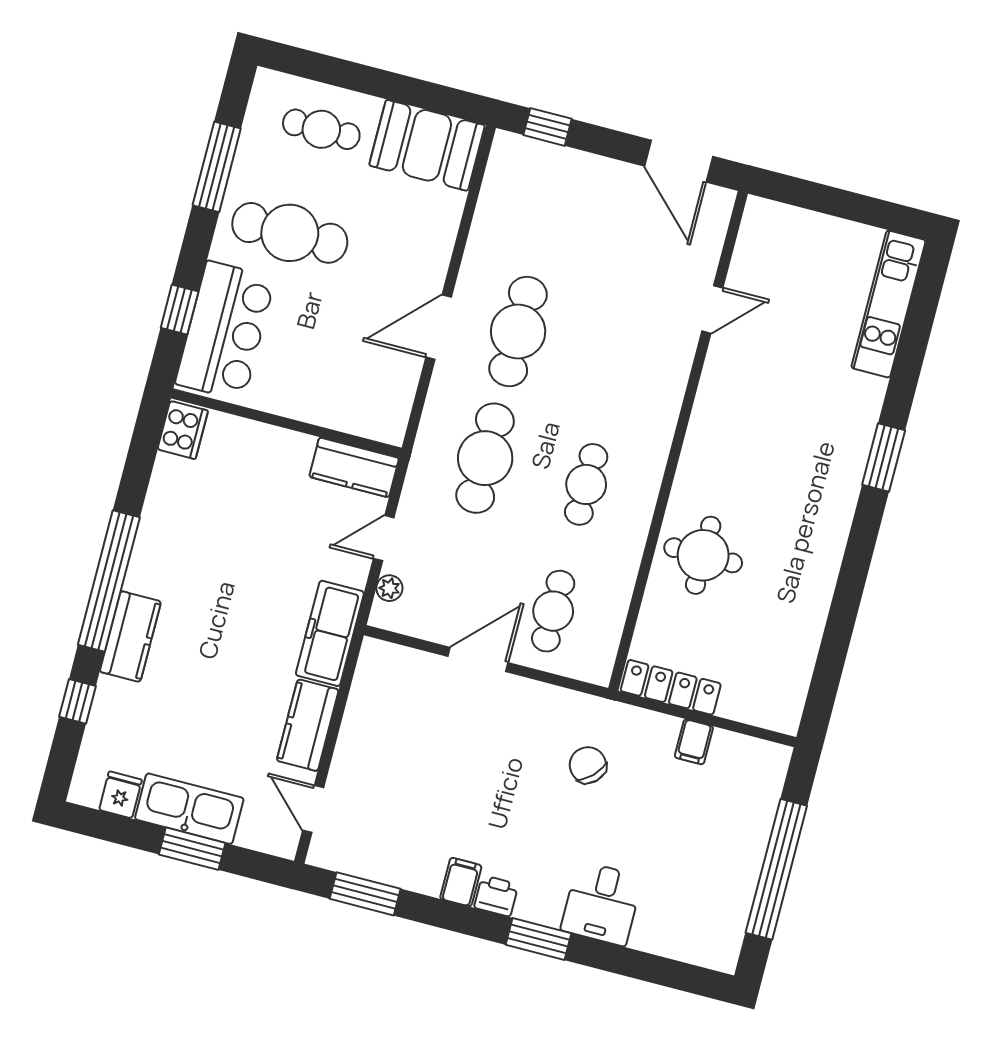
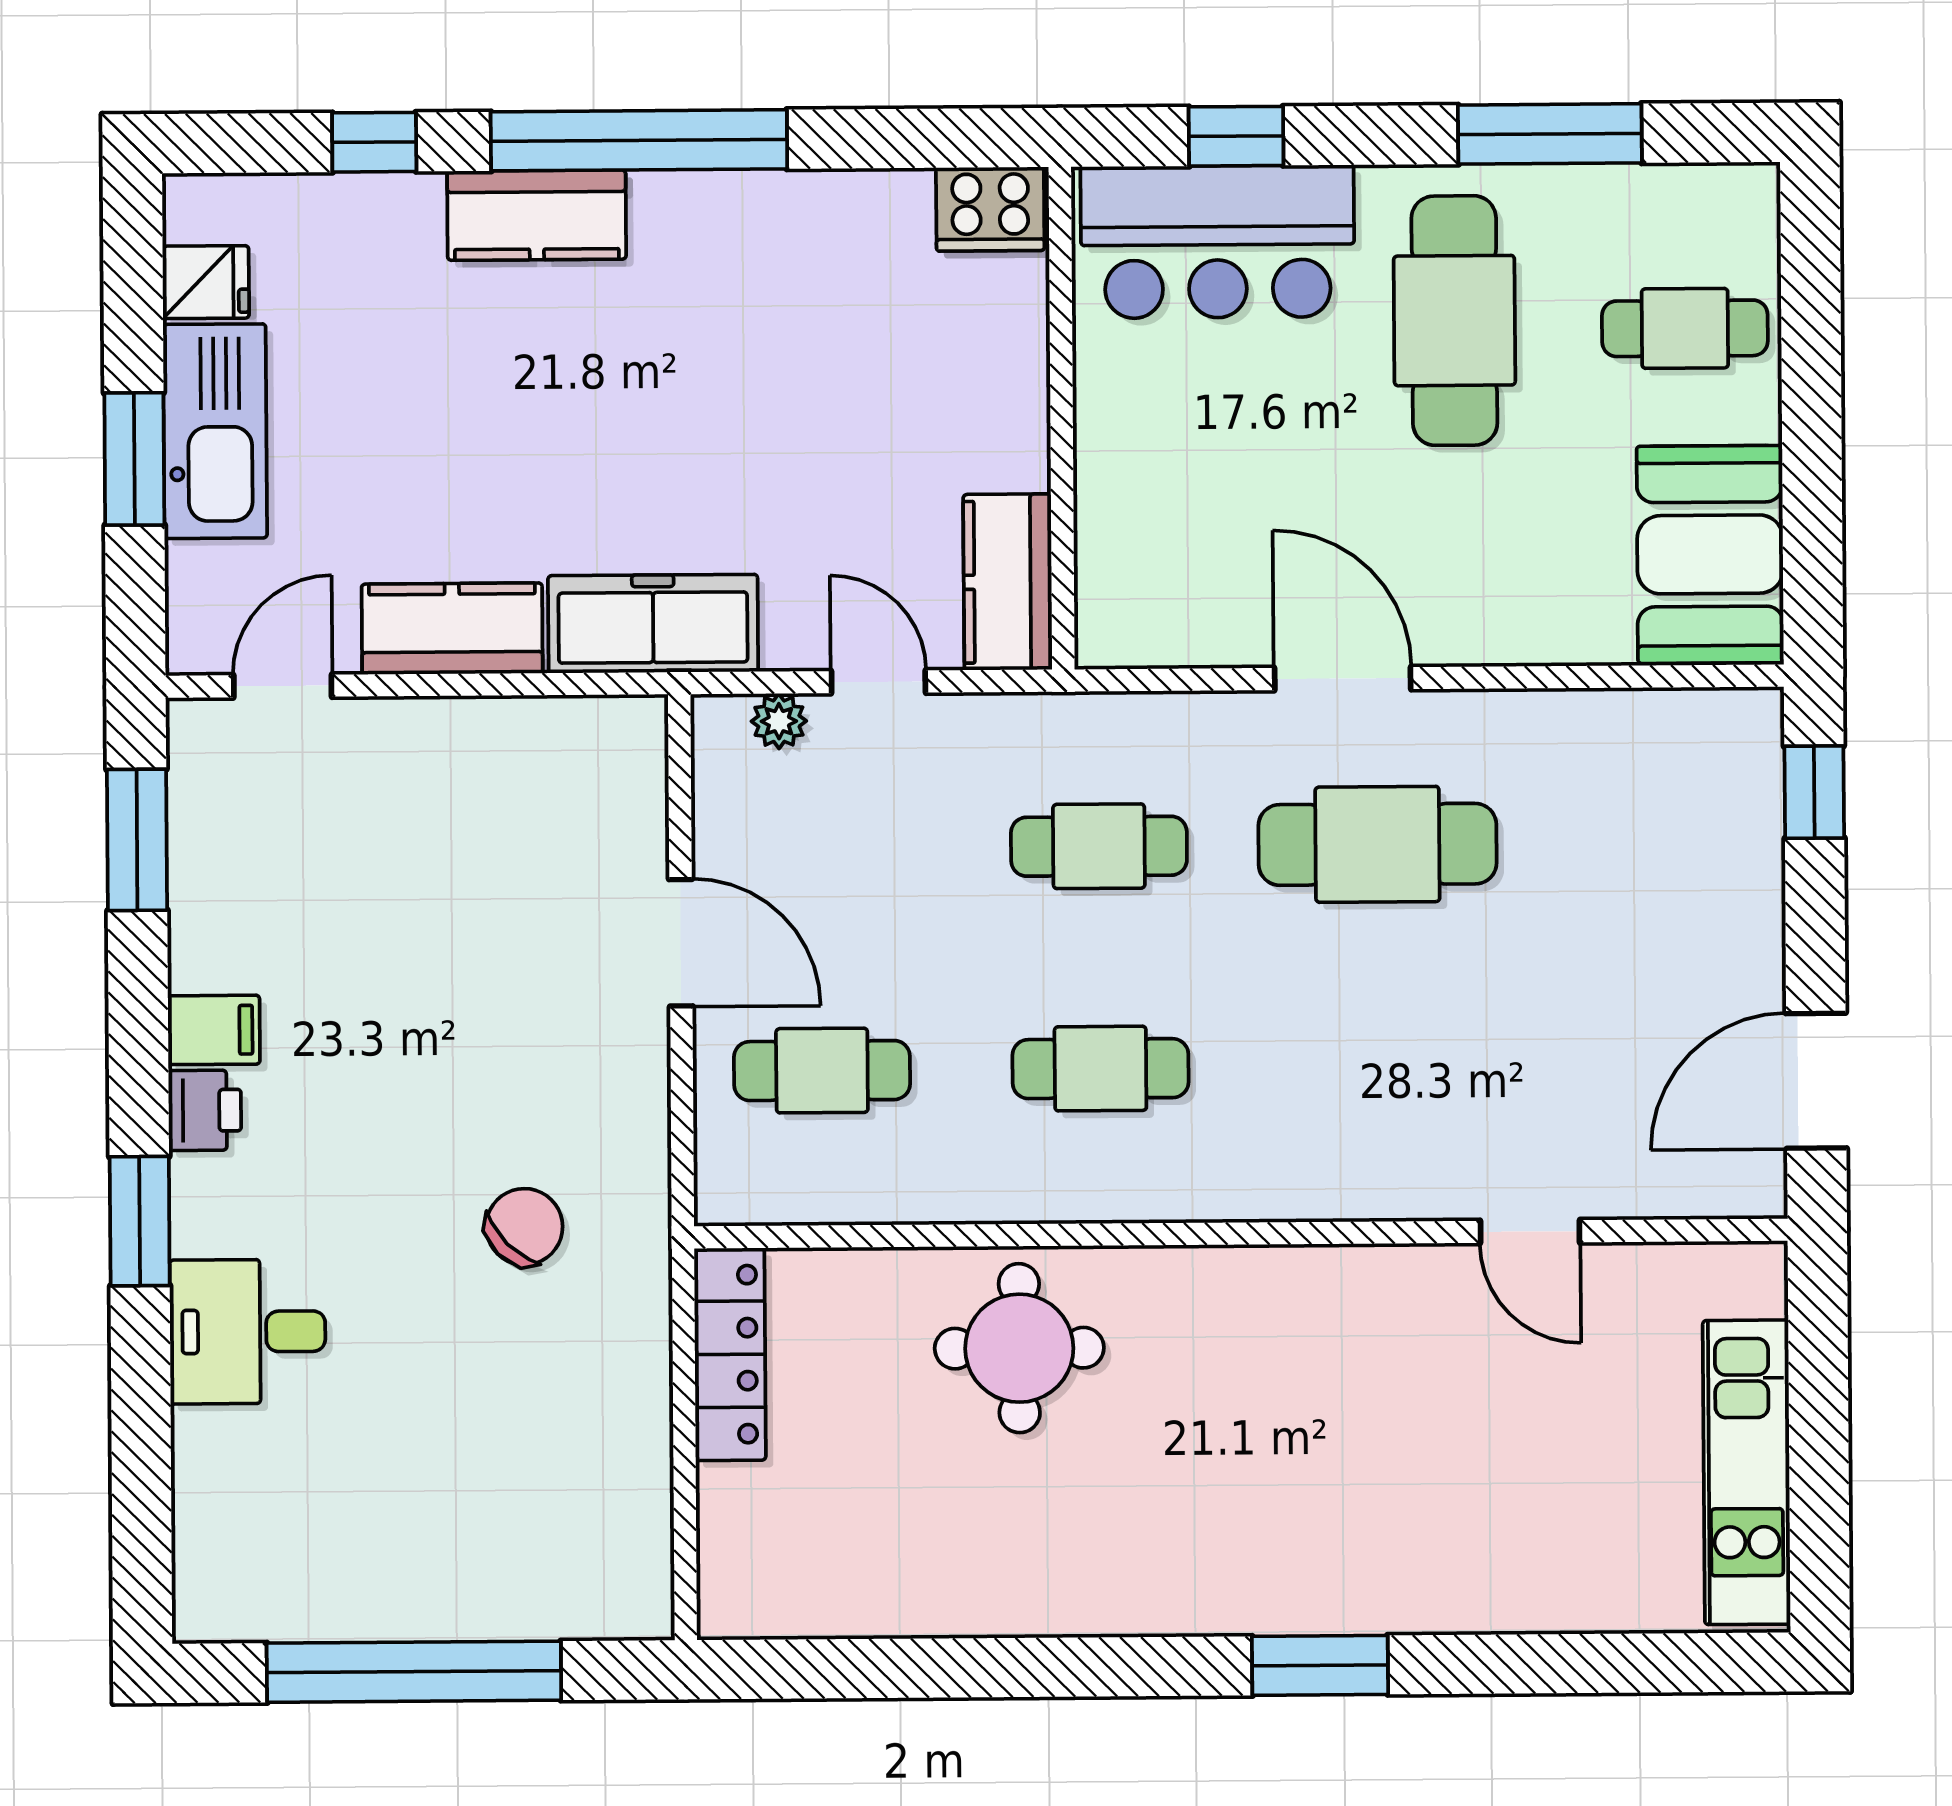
cafe table: (321, 129) -> (1685, 328), turned 90
kitchen unit: (888, 304) -> (1747, 1472), moved, turned -90
cafe table: (485, 458) -> (1099, 846), width x0.73, depth x0.74
filing cabinet: (694, 742) -> (631, 1432), removed

